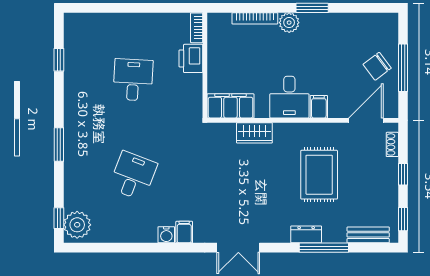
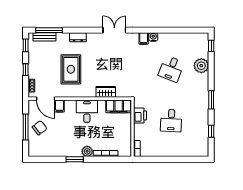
printer: (191, 58) -> (140, 115), moved
filing cabinet: (319, 107) -> (60, 106), moved
door: (366, 120) -> (46, 99), hinge flipped
window: (59, 145) -> (211, 100), moved
plant: (77, 225) -> (201, 66), moved
window: (324, 248) -> (49, 30), moved

